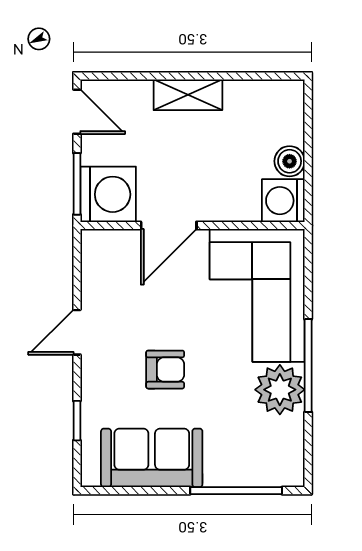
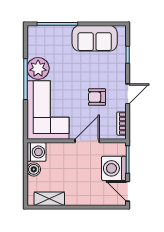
shelving: (188, 95) -> (49, 199), moved
washing machine: (108, 194) -> (114, 168), moved
bookcase: (91, 265) -> (121, 124), added
armchair: (165, 370) -> (97, 97), moved

